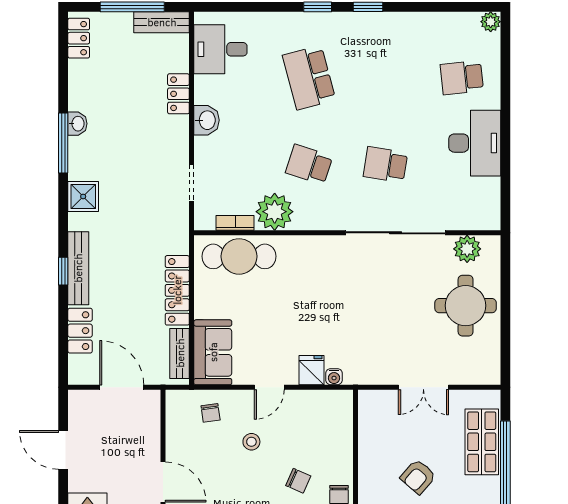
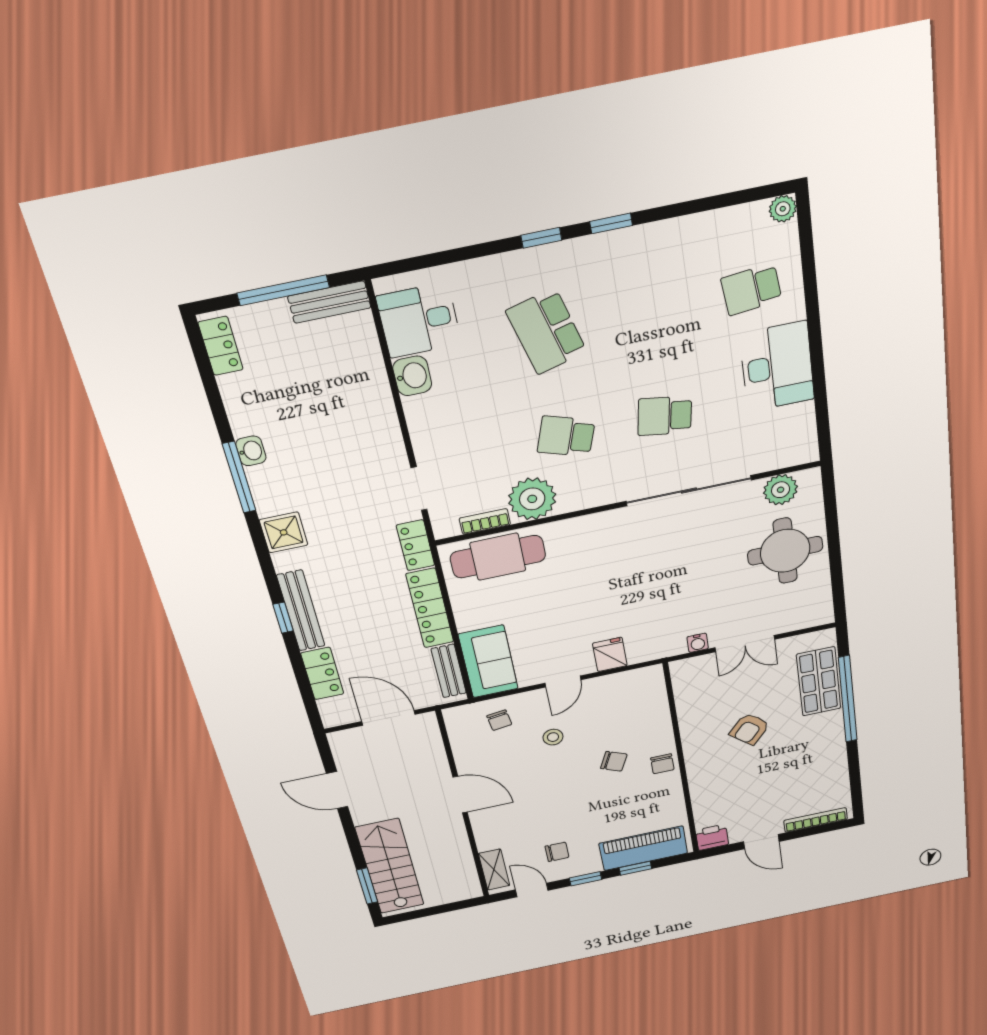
locker: (178, 94) -> (416, 545), moved
washbasin: (207, 120) -> (412, 376), moved
water cooler: (334, 377) -> (698, 643), moved

